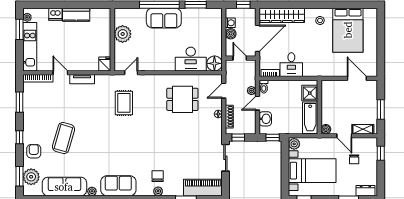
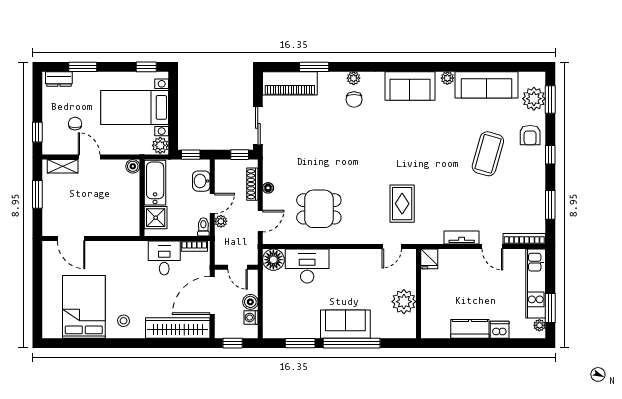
shower: (310, 93) -> (156, 218), moved
wall: (319, 107) -> (142, 198), moved
bathtub: (310, 118) -> (155, 183), moved
boiler: (326, 129) -> (133, 166), moved

